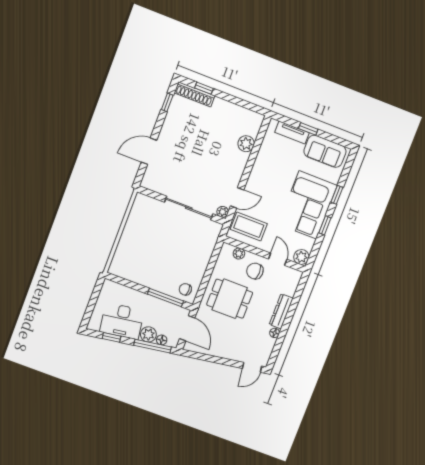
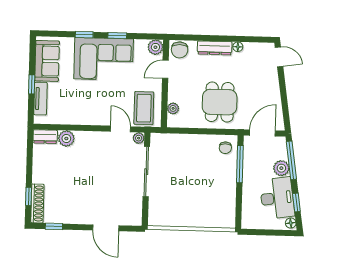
dresser: (255, 124) -> (45, 137), added
chair: (255, 271) -> (180, 50), moved
floor lamp: (162, 340) -> (291, 223), moved

